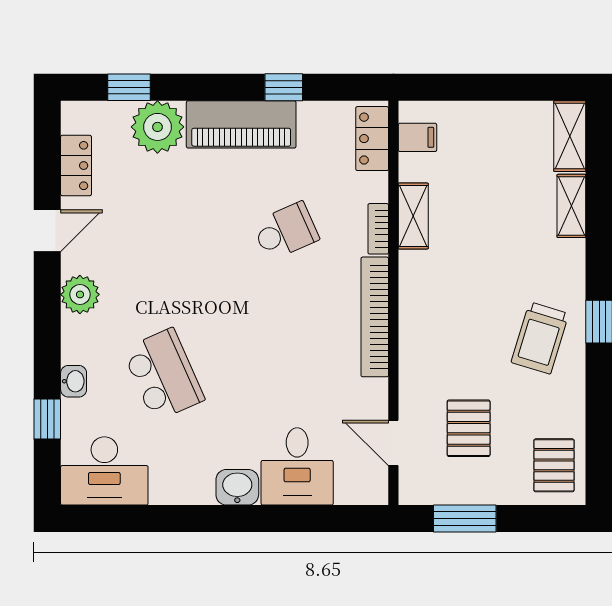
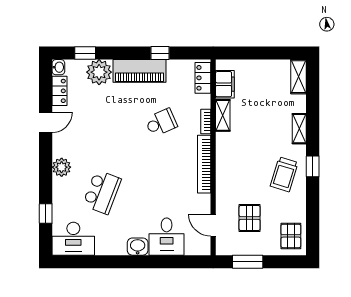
filing cabinet: (417, 137) -> (225, 84), width x2.00
shelving: (571, 206) -> (299, 129), moved
plant: (80, 294) -> (62, 167), moved
school desk: (163, 375) -> (102, 192), turned 45
washbasin: (74, 381) -> (58, 67), moved

